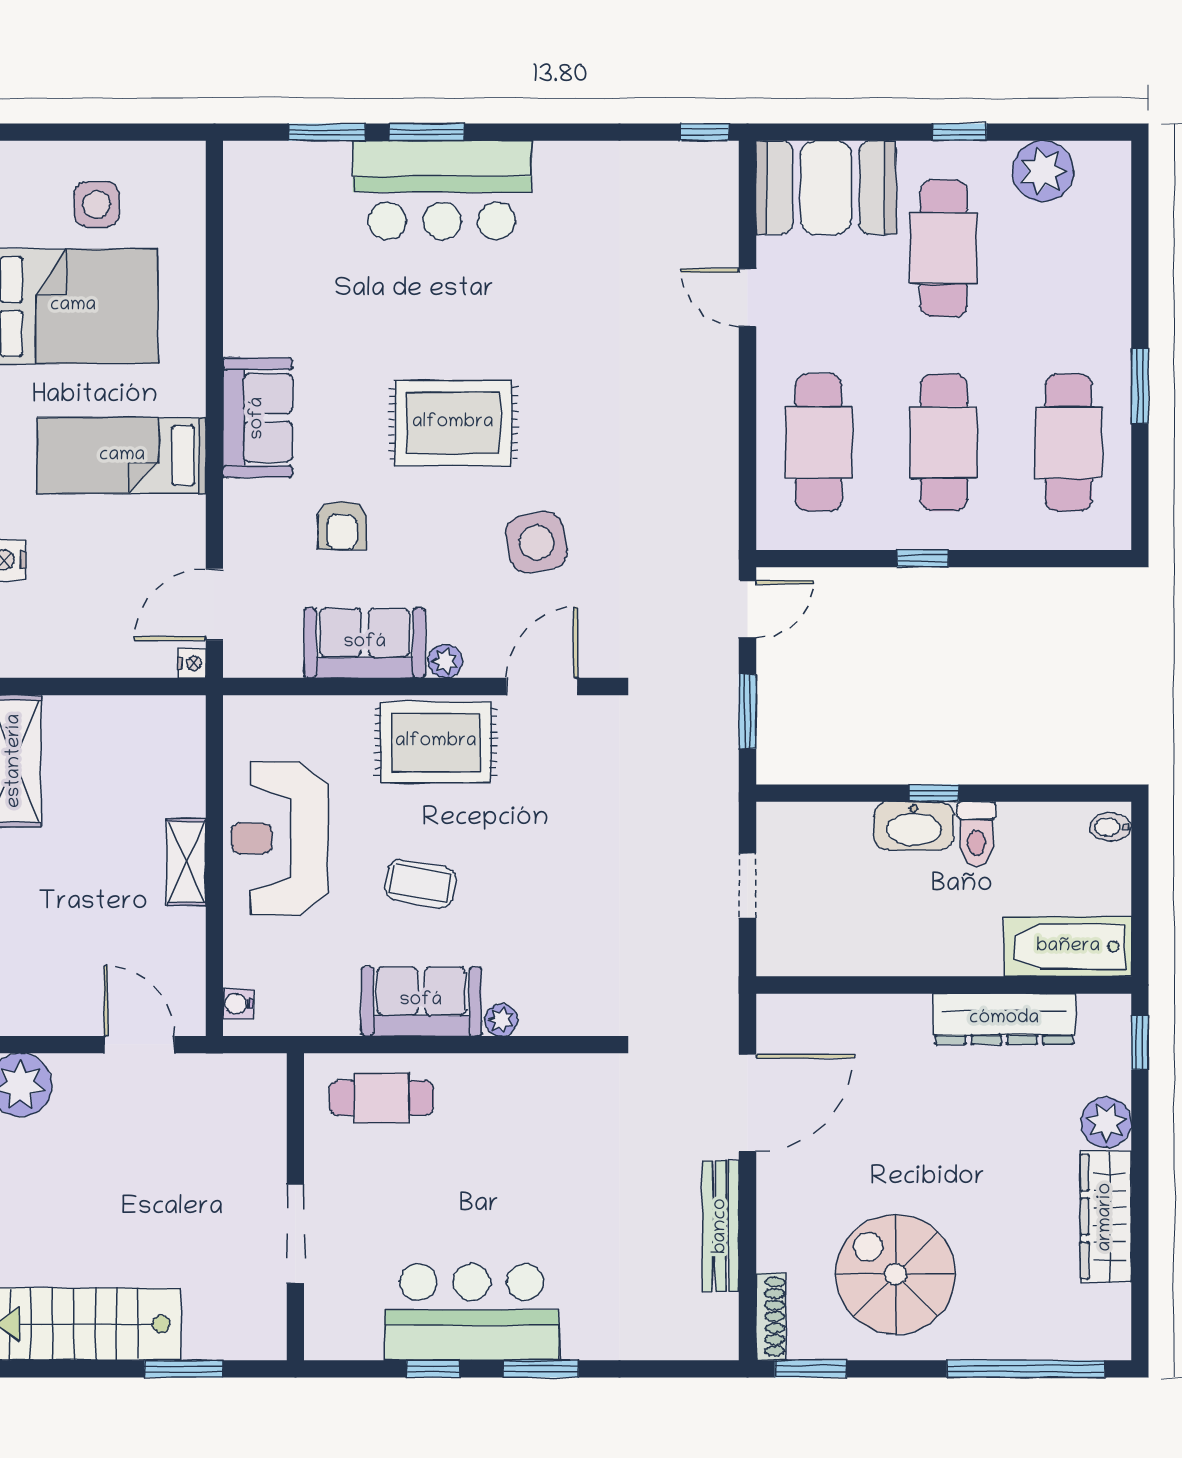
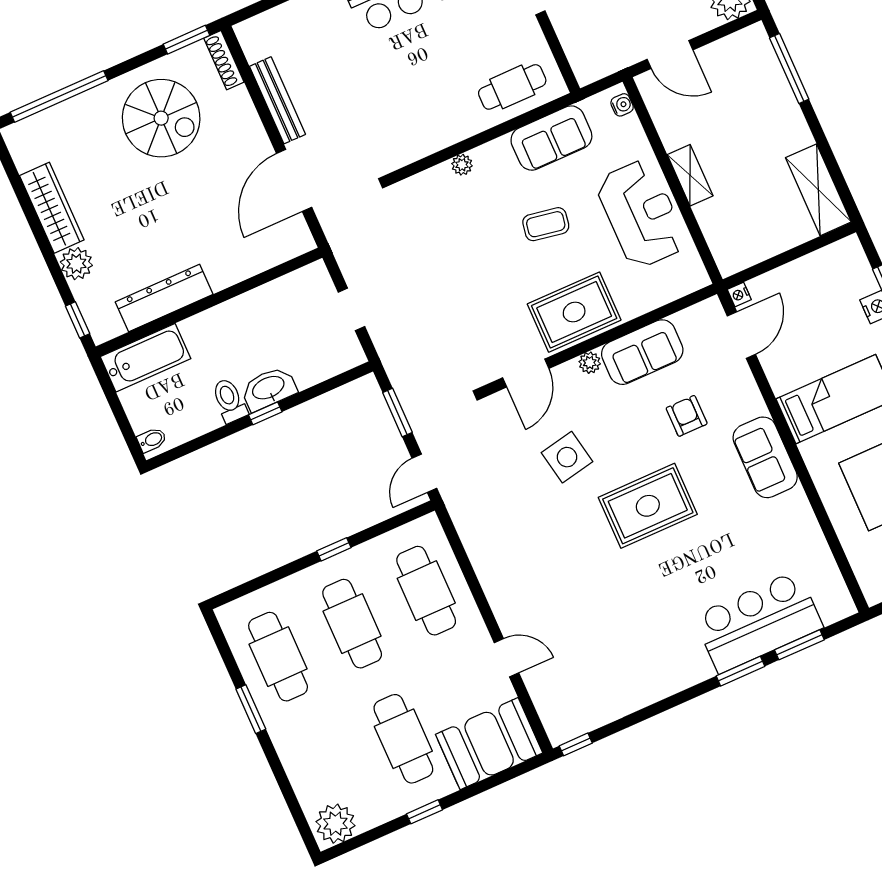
plant: (1043, 171) -> (335, 824), moved
bar counter: (442, 190) -> (758, 622), moved
sofa: (421, 1001) -> (551, 138), moved

